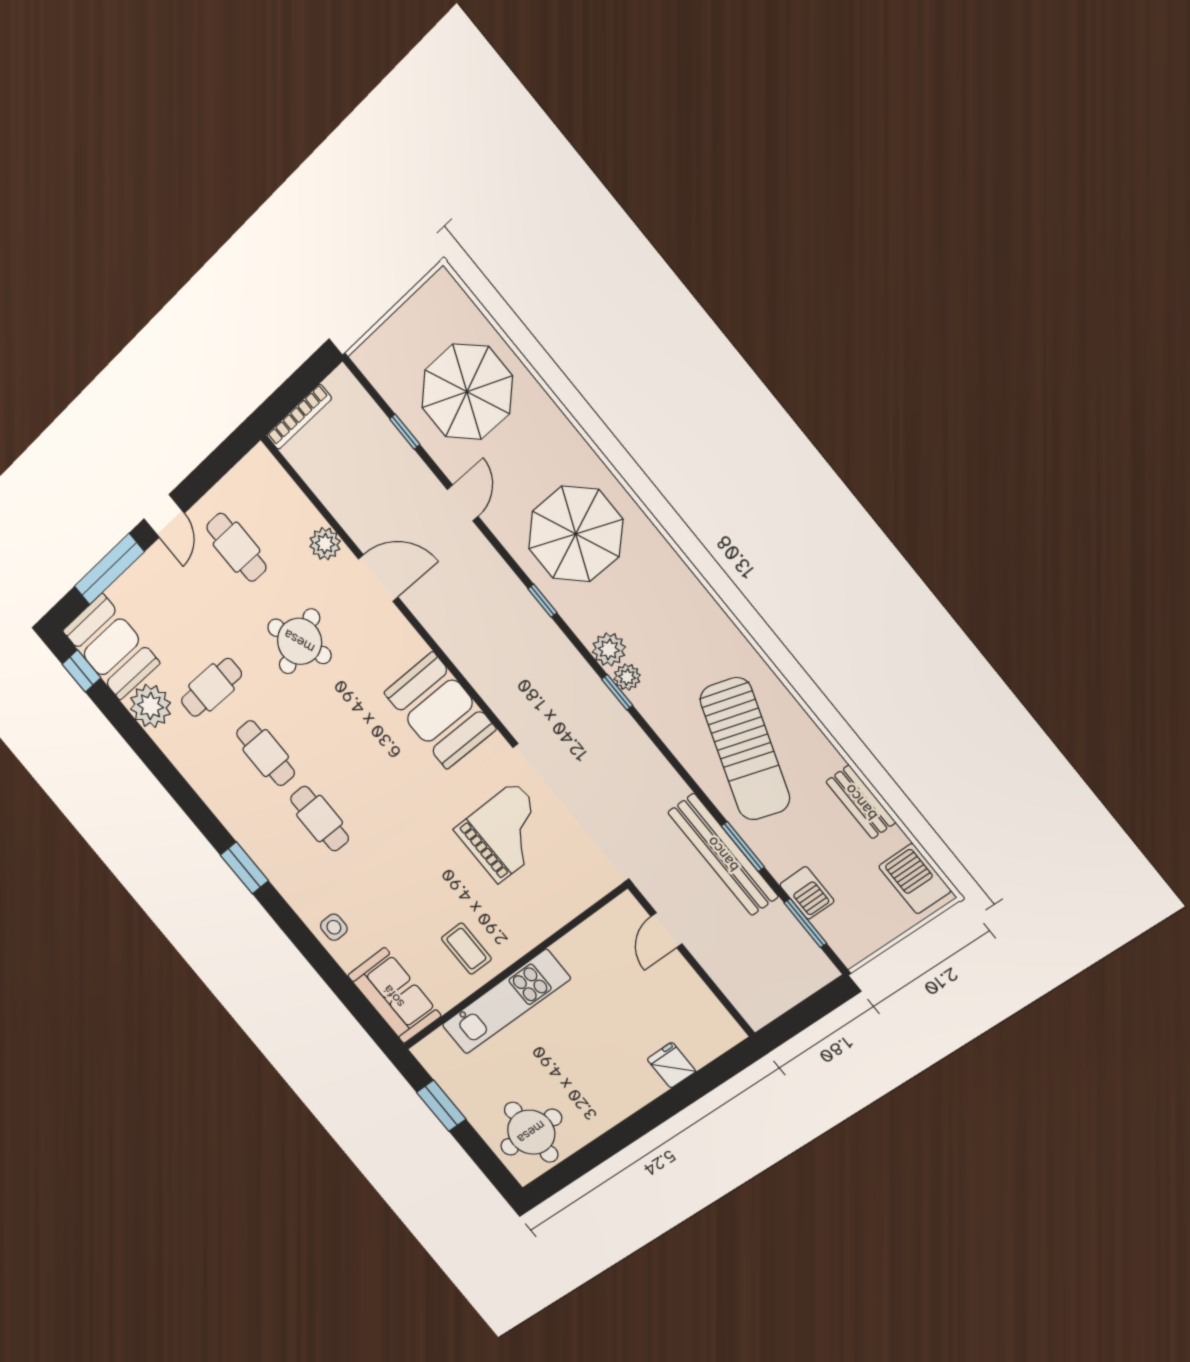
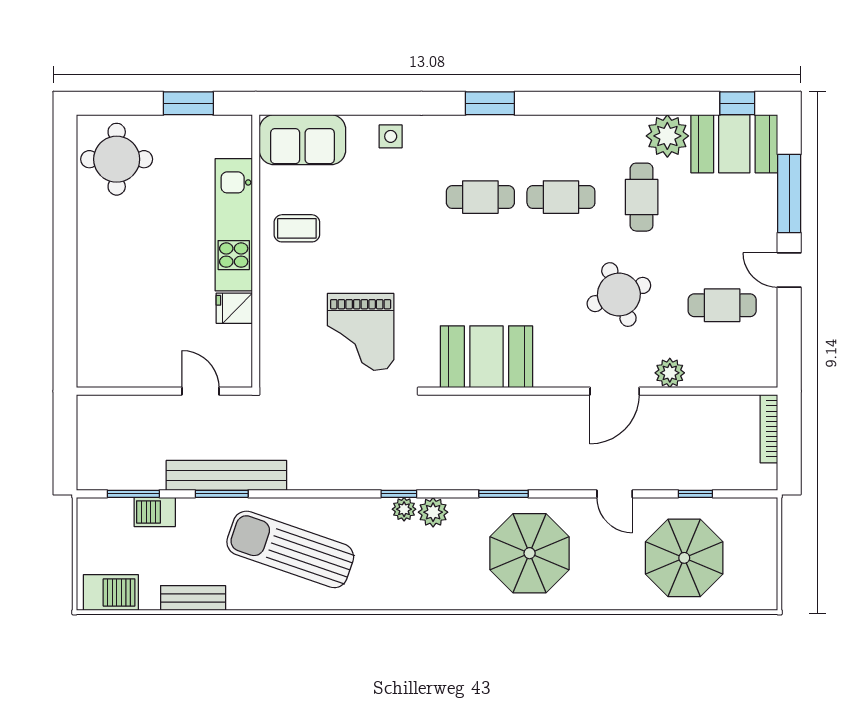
window: (542, 601) -> (504, 494), width x1.50
fridge: (671, 1065) -> (234, 308), moved, turned 180

